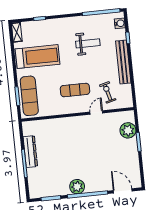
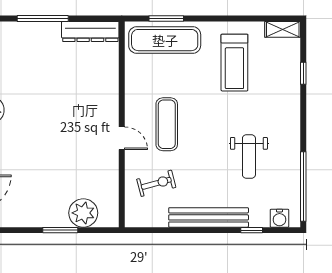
treadmill: (38, 57) -> (234, 63), width x0.73, depth x0.73
door: (96, 112) -> (122, 138), moved
dresser: (30, 152) -> (90, 32), moved

